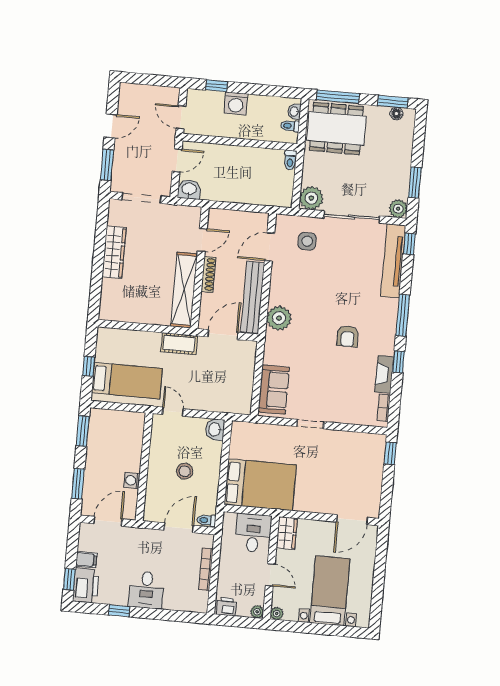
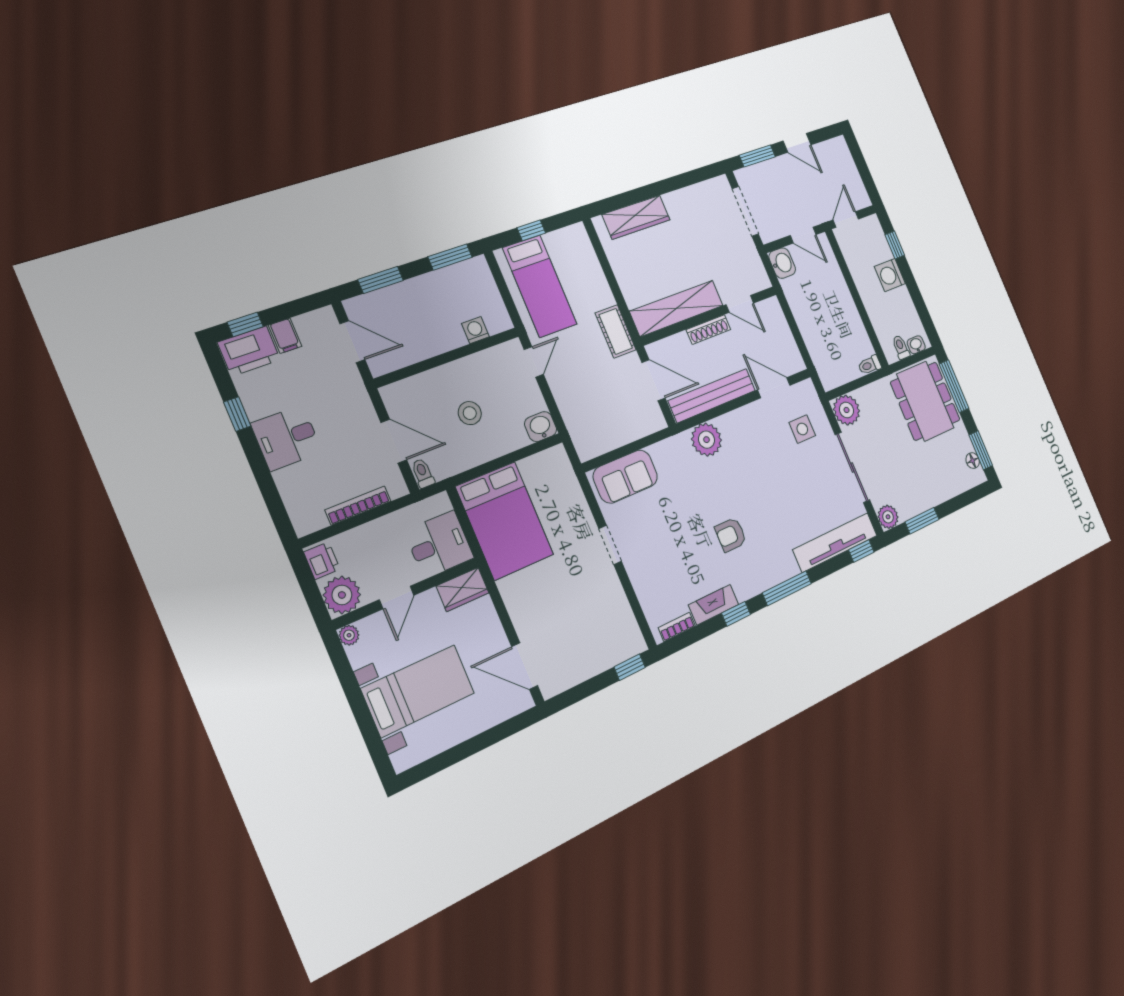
wardrobe: (114, 252) -> (636, 217), moved
washing machine: (132, 480) -> (475, 330), moved
plant: (257, 612) -> (342, 595), width x1.87, depth x1.87

